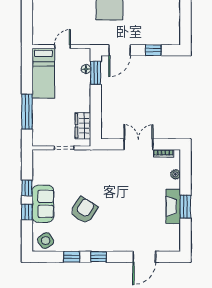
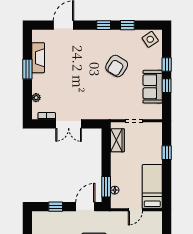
window: (27, 112) -> (167, 153), width x0.46
sofa: (43, 204) -> (153, 87), moved
fireplace: (173, 206) -> (38, 58), moved

